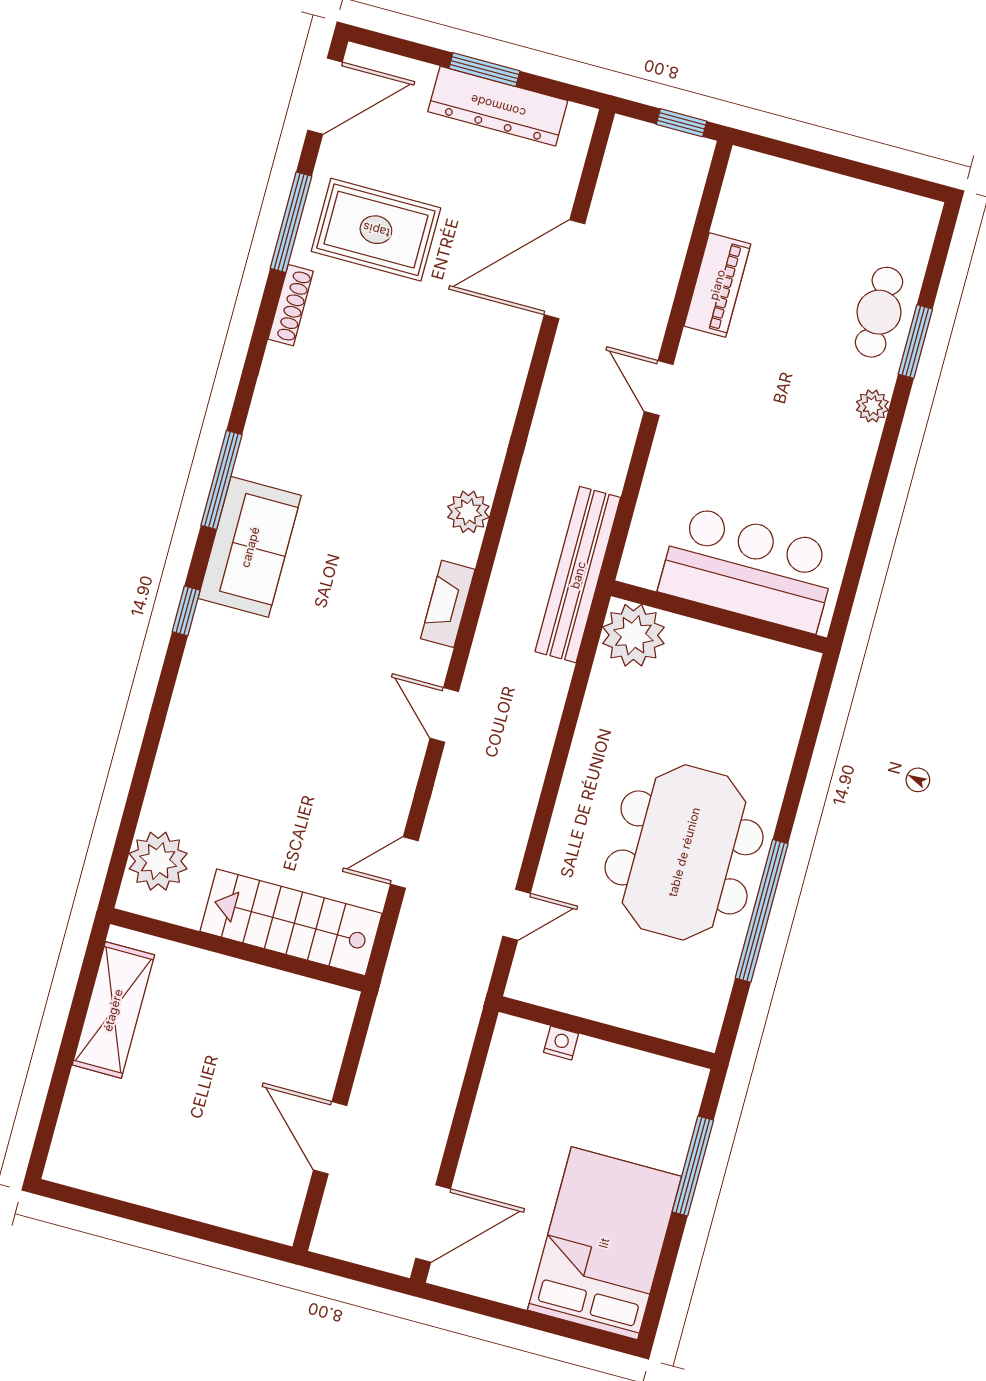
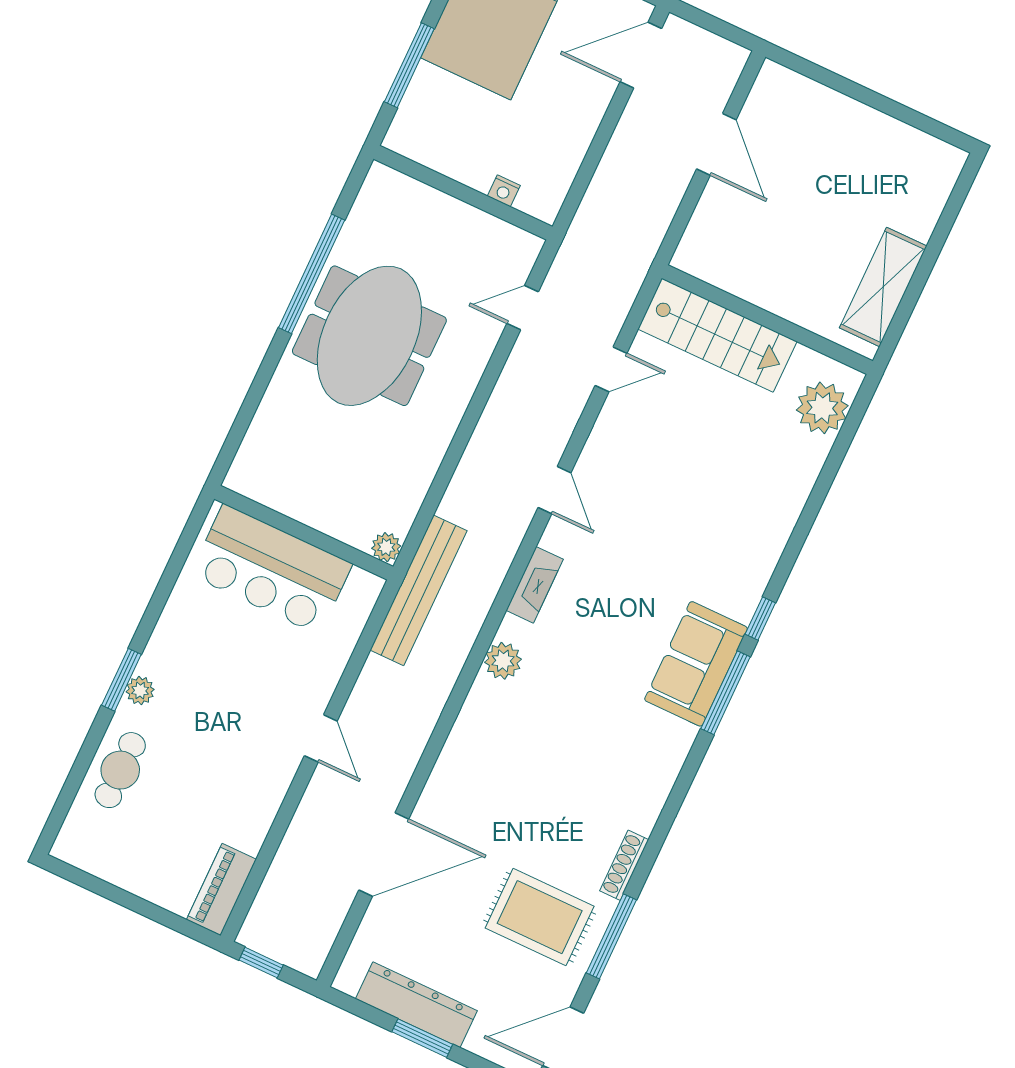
piano: (717, 285) -> (221, 889), moved
window: (915, 341) -> (121, 680), moved
window: (221, 480) -> (726, 693), moved
plant: (633, 635) -> (386, 547), width x0.53, depth x0.53

